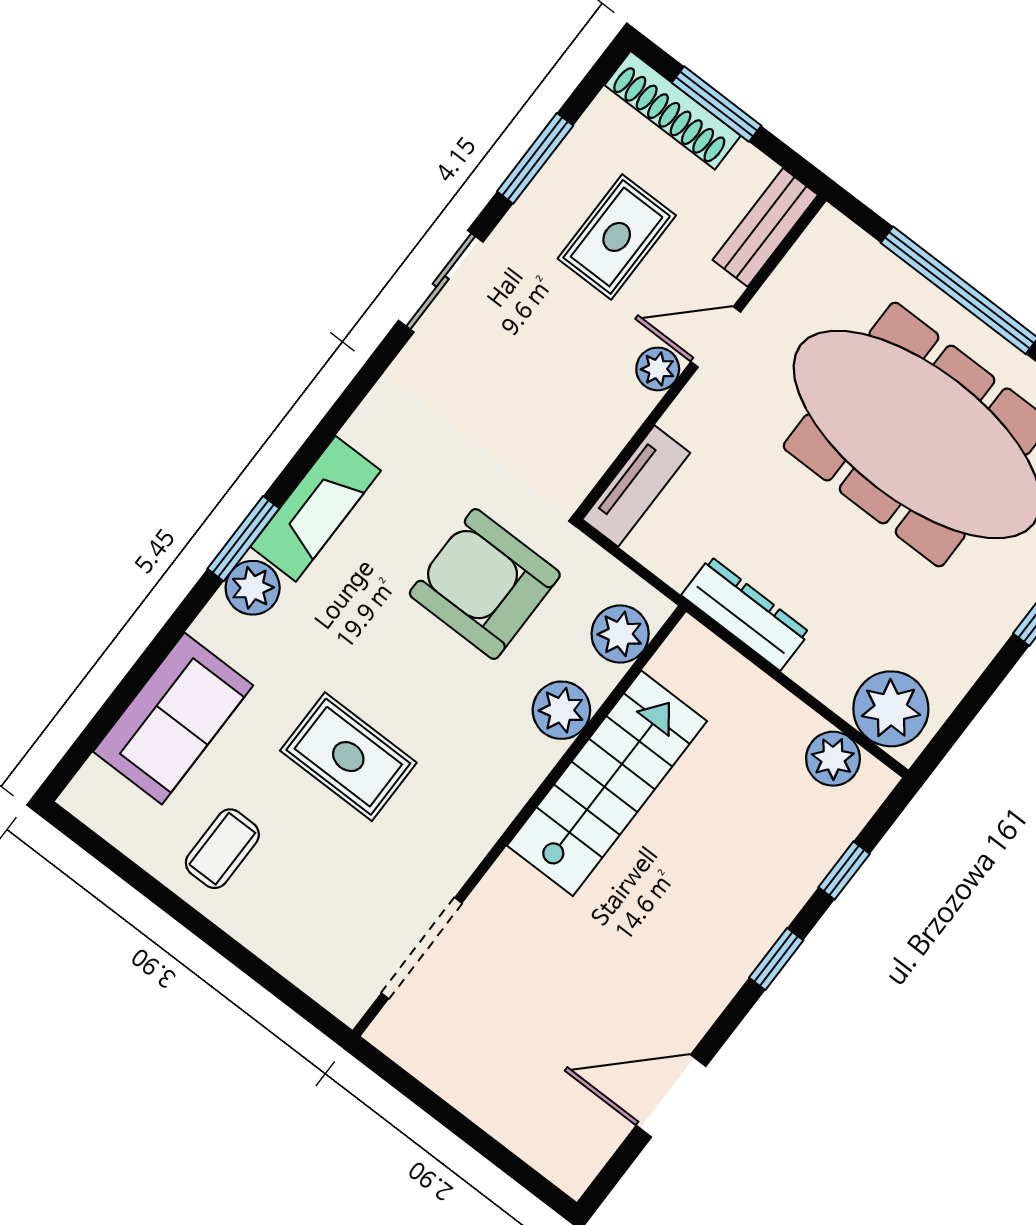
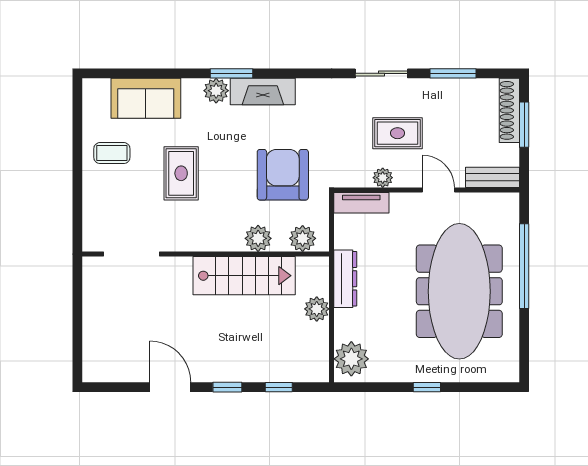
rug: (617, 237) -> (398, 133), moved
plant: (658, 369) -> (383, 178), moved
plant: (833, 759) -> (317, 309), moved
door: (671, 1096) -> (170, 387), moved

